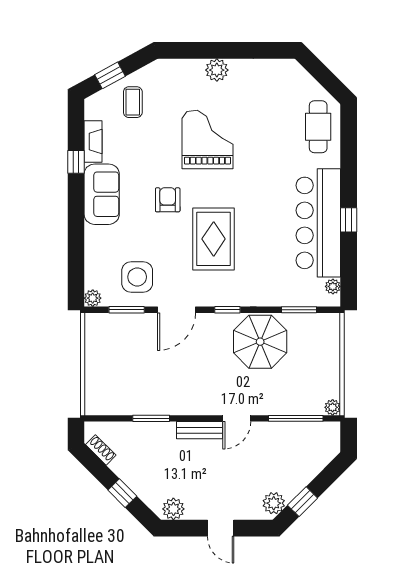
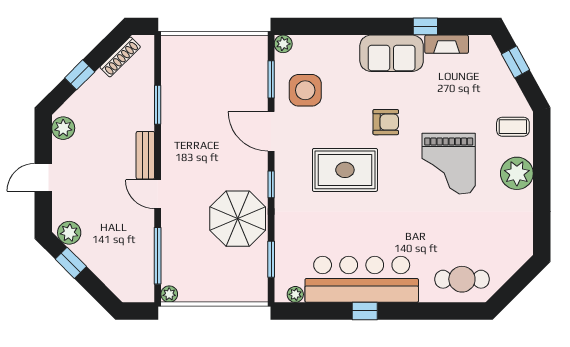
plant: (217, 70) -> (517, 173), width x1.36, depth x1.36
coffee table: (133, 102) -> (513, 127), moved
grand piano: (207, 139) -> (449, 164), turned 90
shoe rack: (101, 450) -> (120, 57), width x1.43

